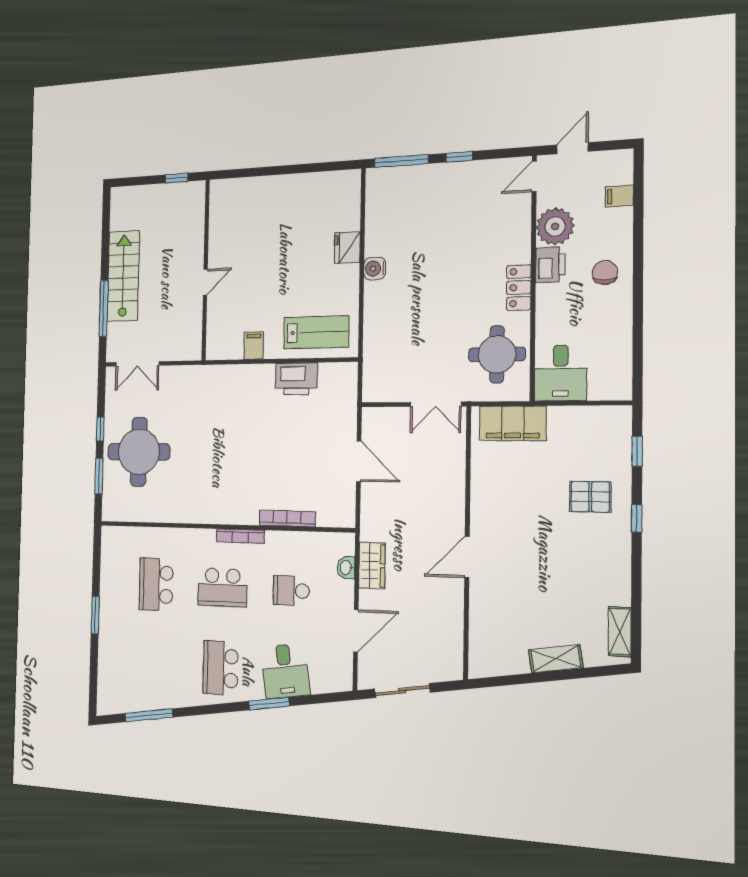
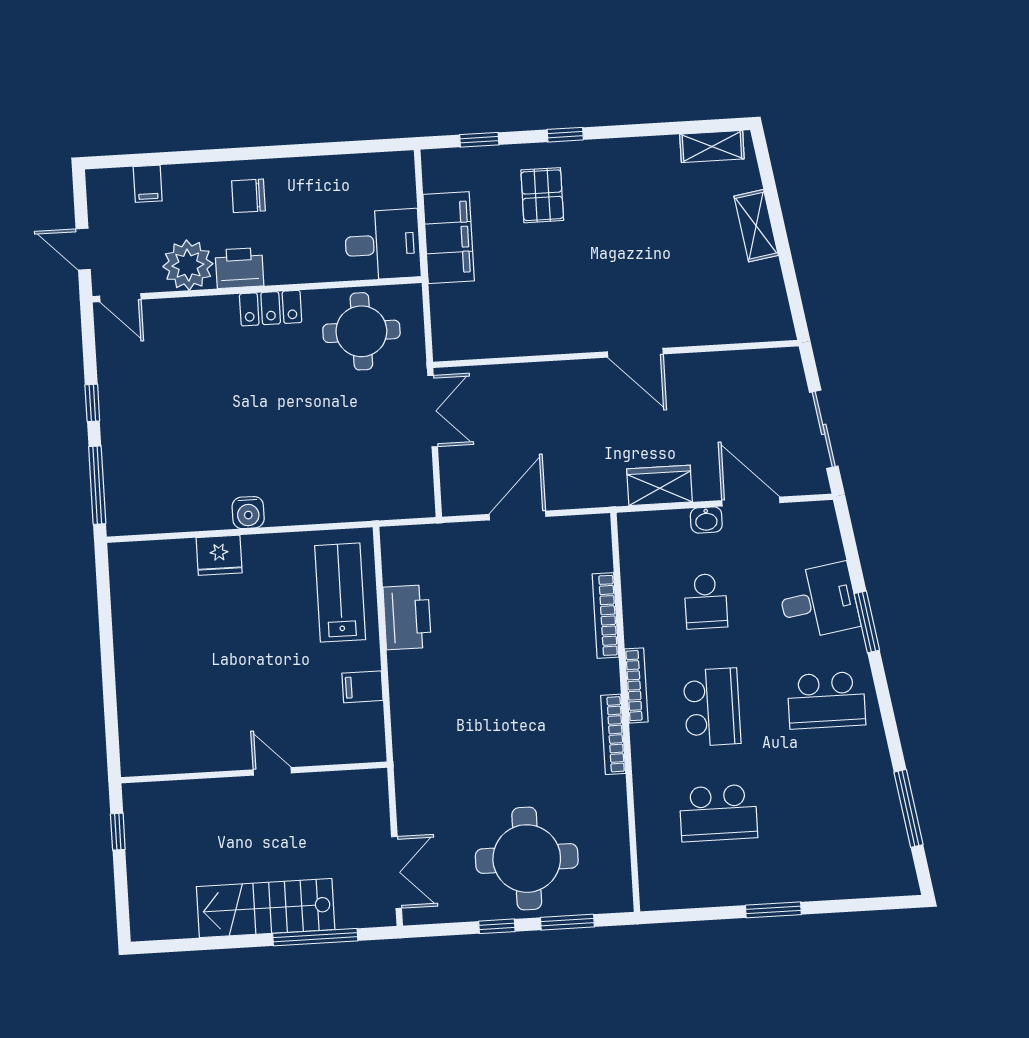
filing cabinet: (513, 423) -> (449, 238), moved
bookcase: (210, 517) -> (613, 734), added
washbasin: (346, 568) -> (706, 520), moved

